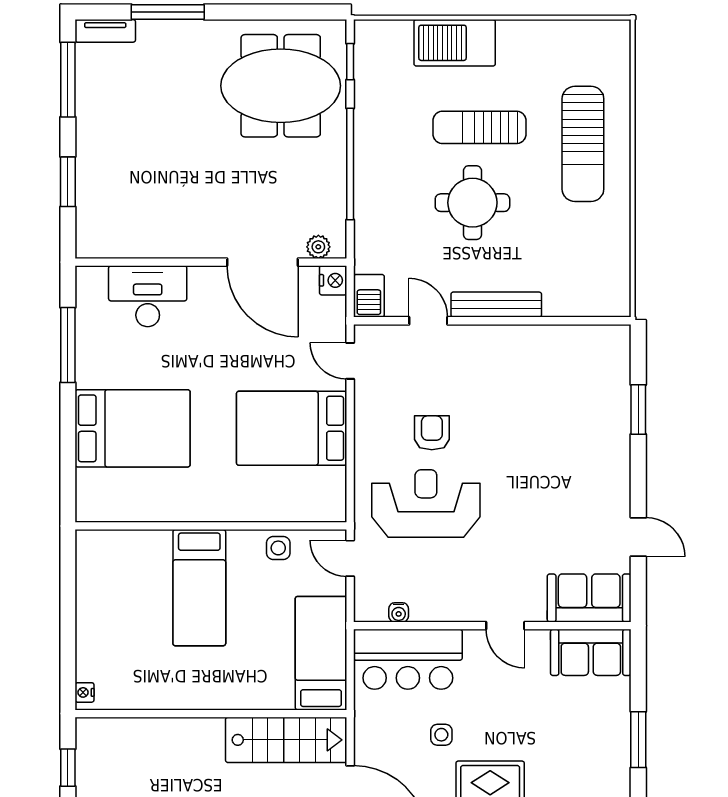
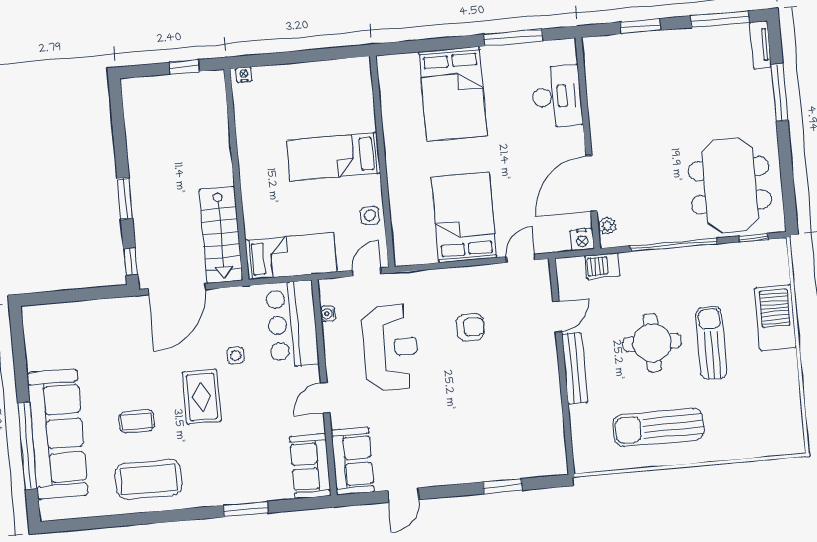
sun lounger: (583, 144) -> (658, 427), moved
barbecue: (369, 296) -> (602, 266), moved
reception desk: (426, 503) -> (390, 347), moved

